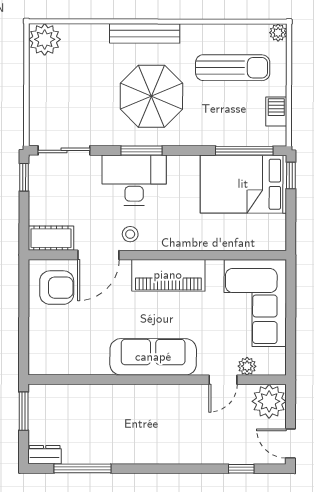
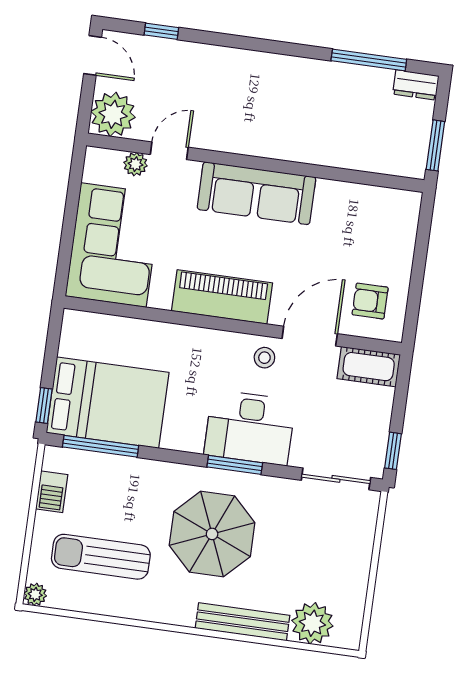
bench: (145, 33) -> (243, 622), moved
plant: (45, 39) -> (312, 623), moved
armchair: (57, 288) -> (370, 301), width x0.72, depth x0.72

